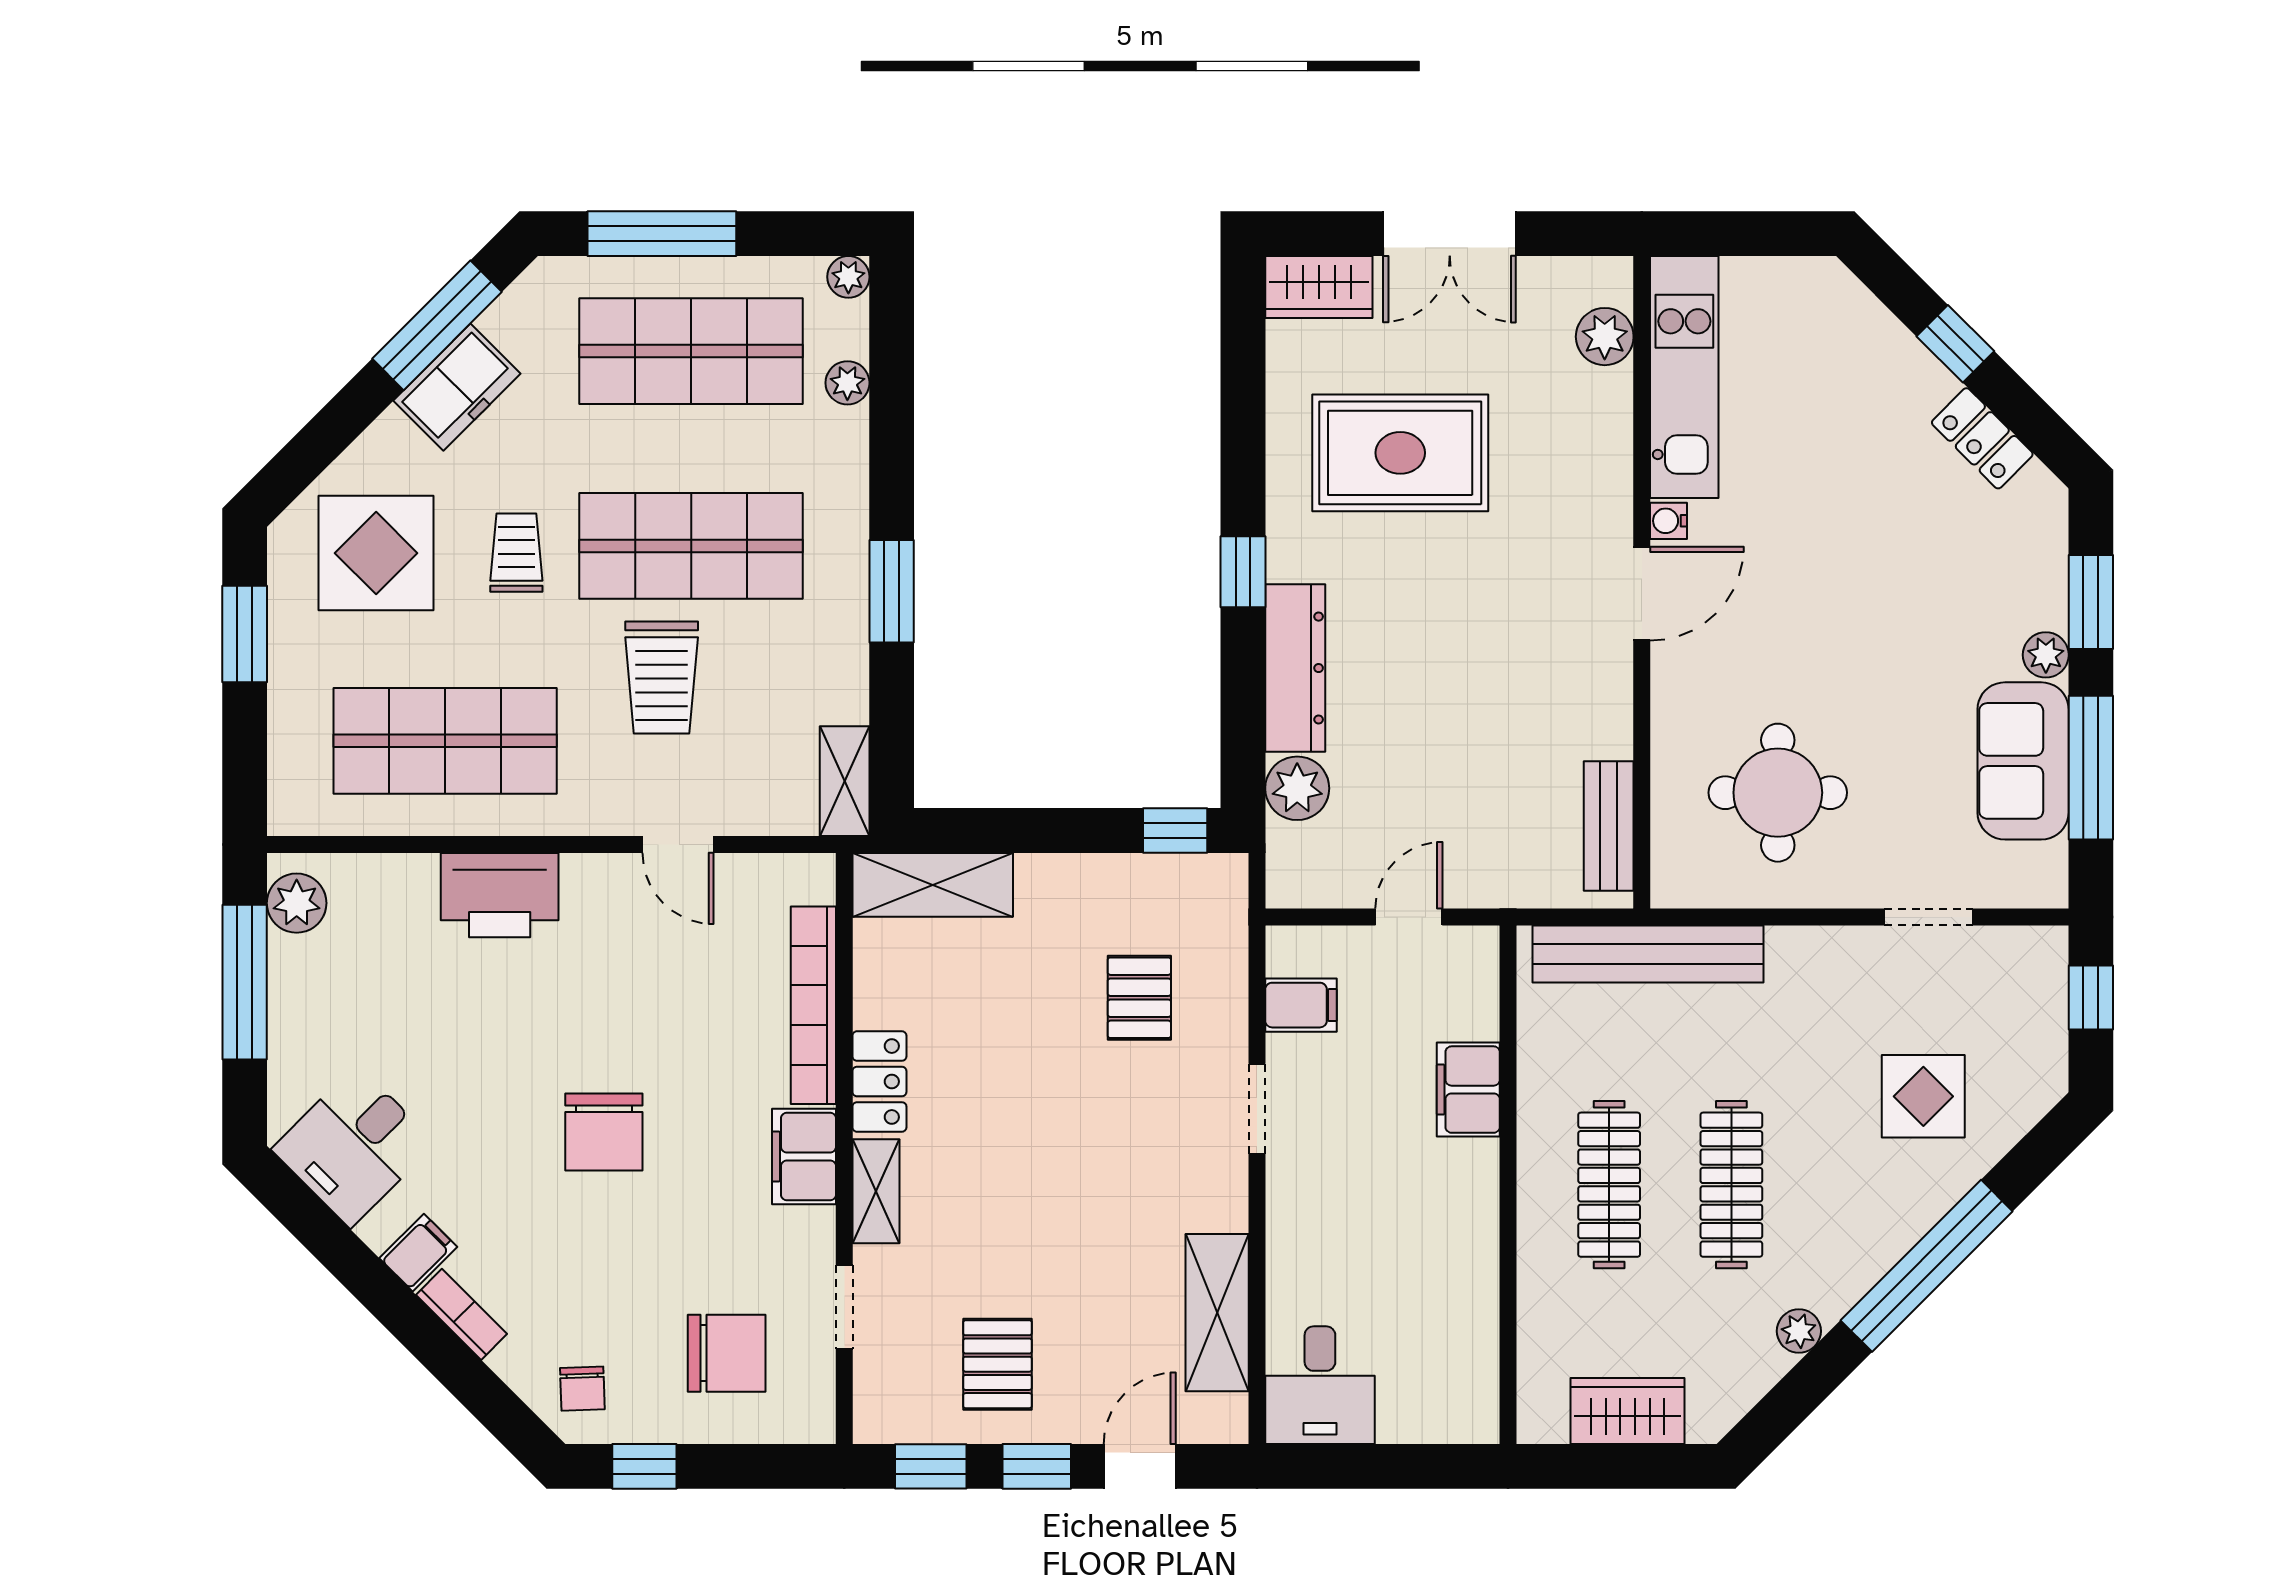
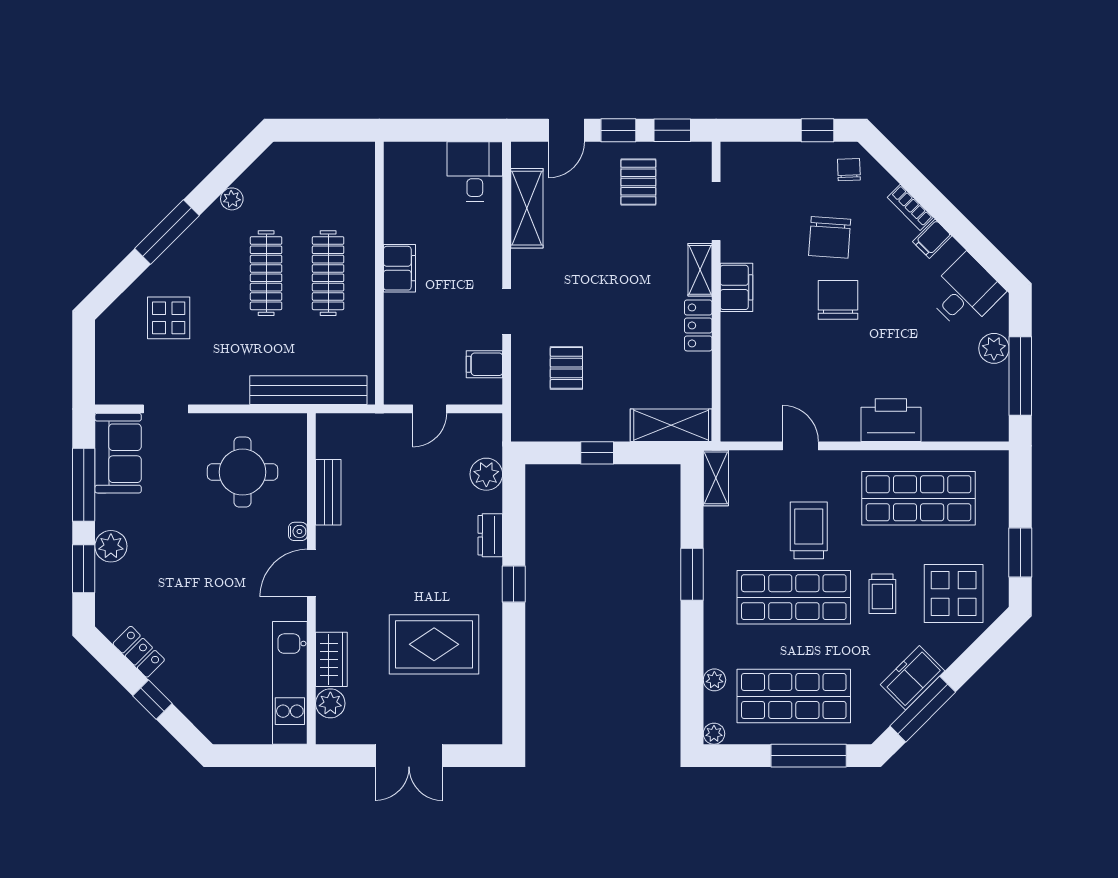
double door: (1450, 234) -> (409, 756), swing flipped
wardrobe: (1319, 287) -> (331, 659), moved, turned 90
water cooler: (1668, 521) -> (298, 531), moved
plant: (2046, 655) -> (111, 546), width x1.38, depth x1.38
dresser: (1295, 668) -> (490, 535), width x0.51, depth x0.80
sofa: (2023, 761) -> (118, 453), moved
bench: (1609, 826) -> (328, 492), moved
window: (1175, 830) -> (597, 453), moved
plant: (297, 903) -> (994, 348), moved
window: (2091, 997) -> (84, 368), removed
bookcase: (813, 1005) -> (732, 364), removed
filing cabinet: (1468, 1090) -> (400, 268), moved
window: (1927, 1266) -> (167, 232), width x0.68
doorway: (844, 1307) -> (716, 211), width x1.38
chair: (727, 1353) -> (830, 237), moved, turned -86
wardrobe: (1628, 1411) -> (319, 158), removed

